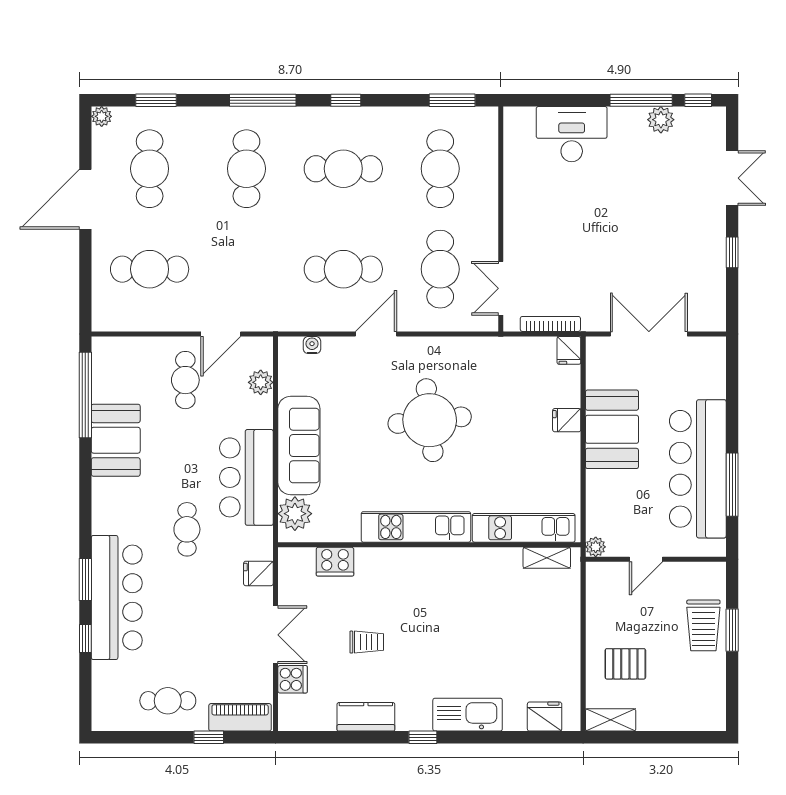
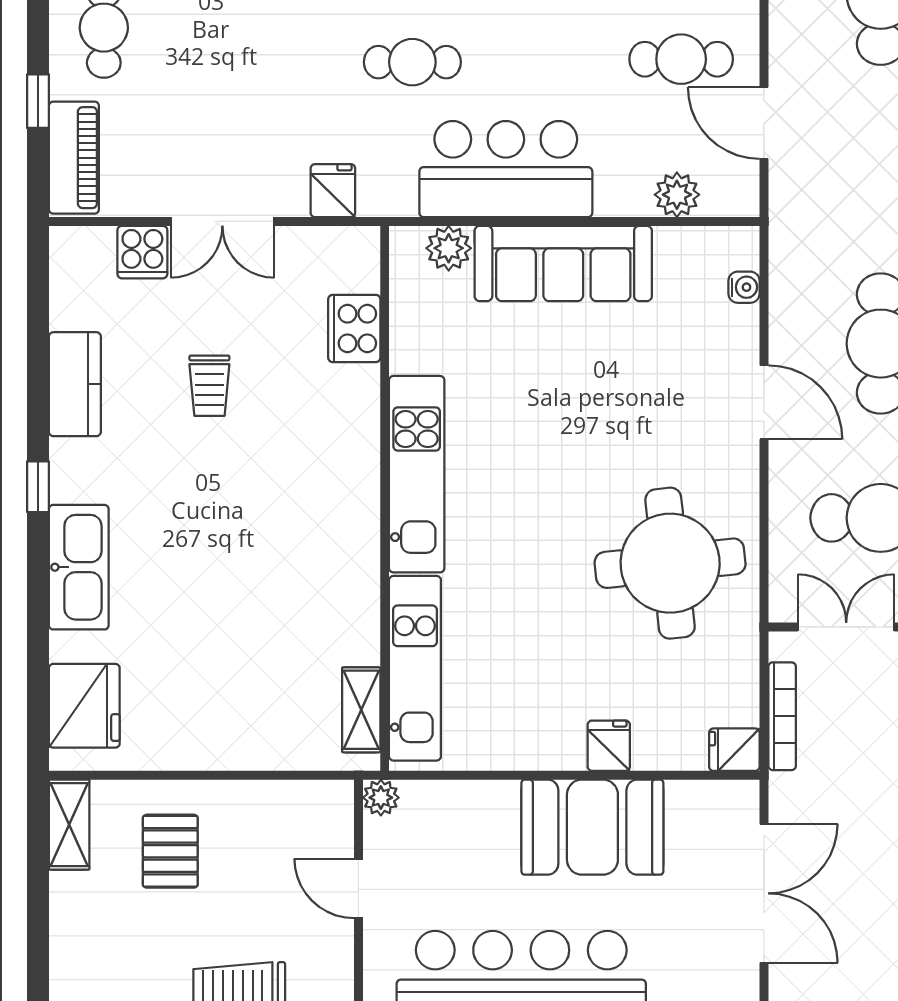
round table: (430, 420) -> (670, 563), moved
plant: (295, 514) -> (449, 248), width x0.73, depth x0.73
fridge: (545, 717) -> (84, 706), width x1.36, depth x1.34

